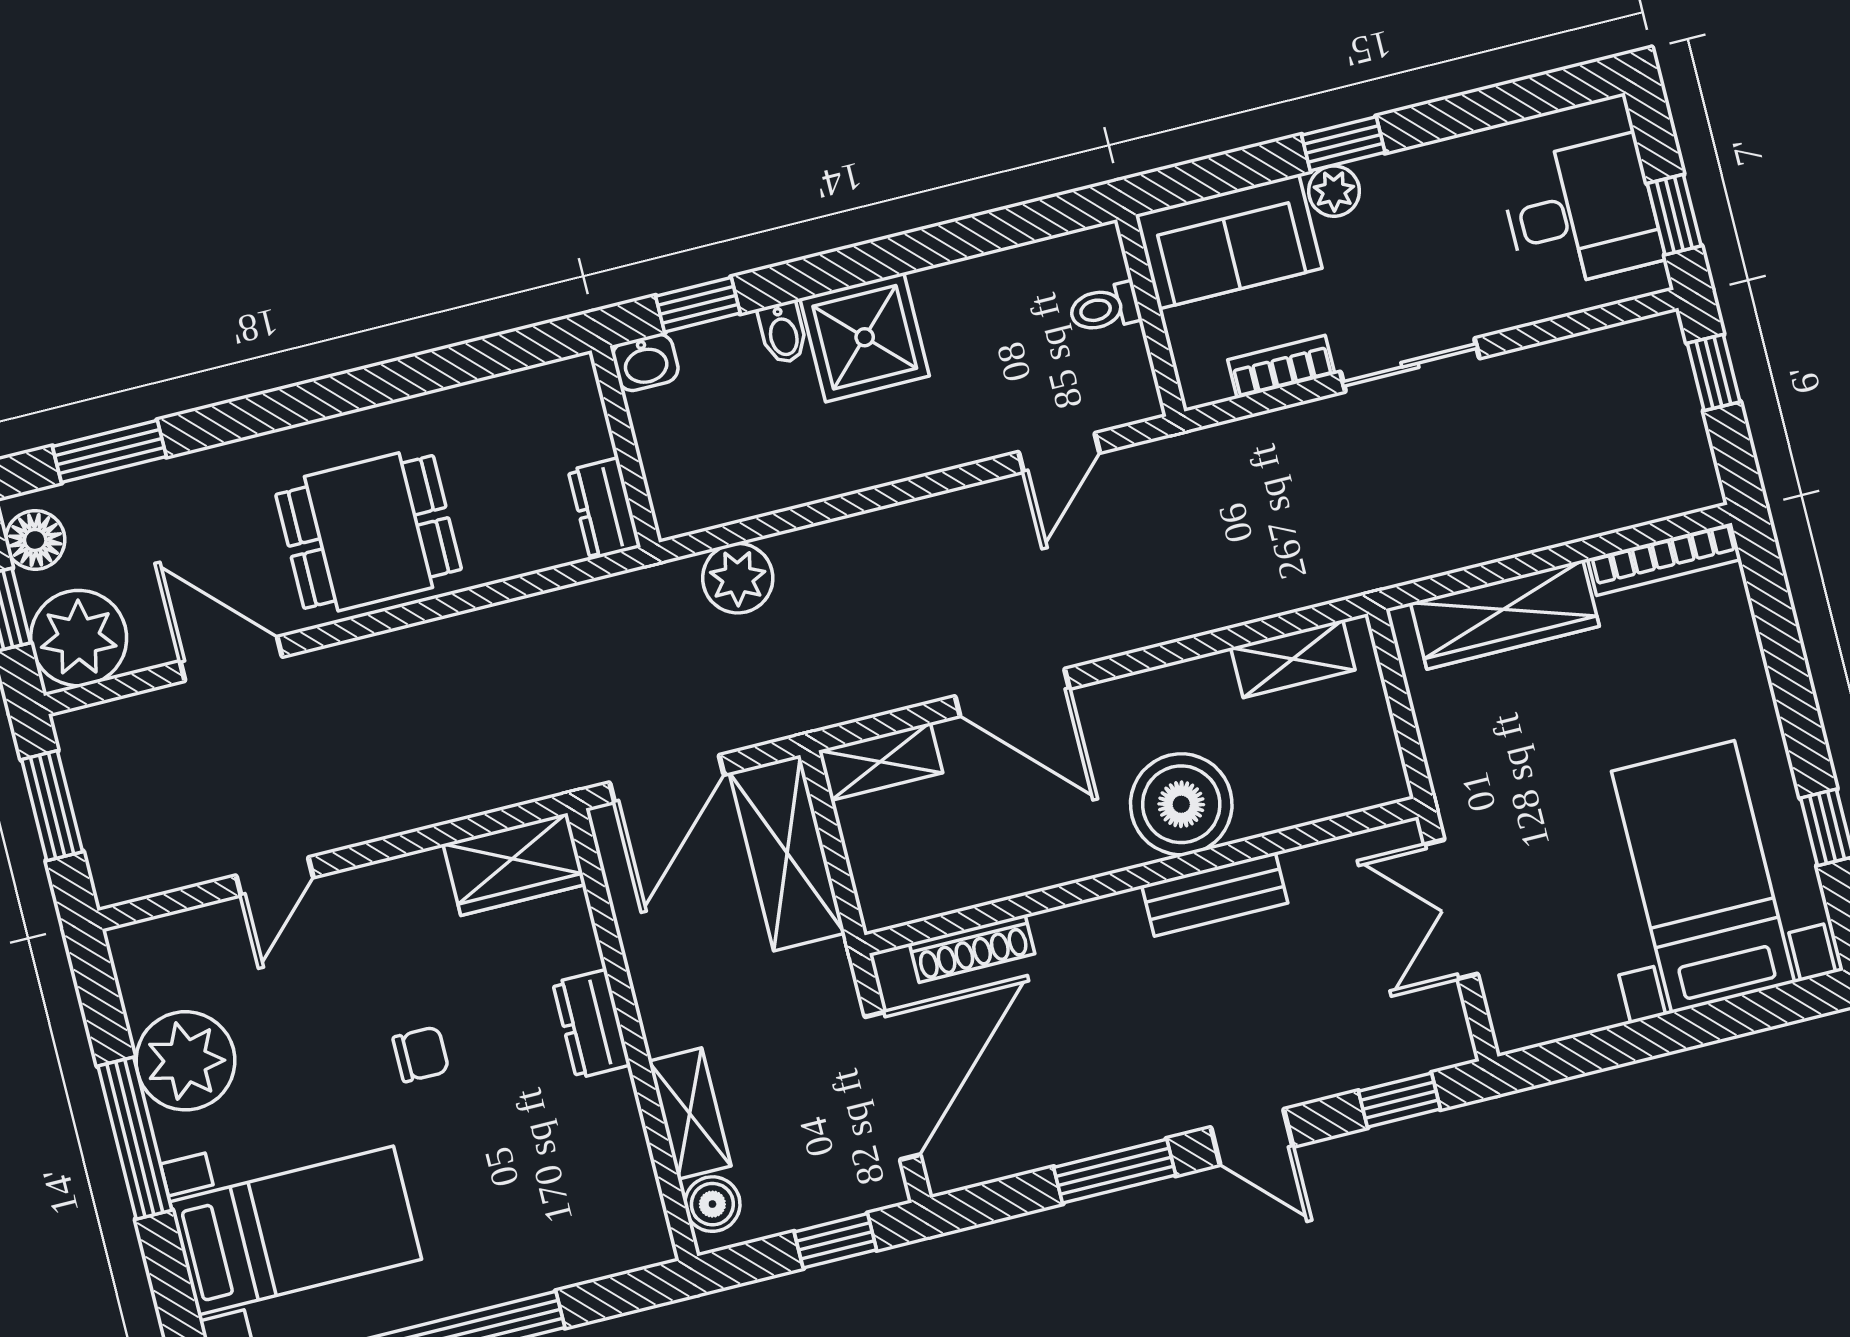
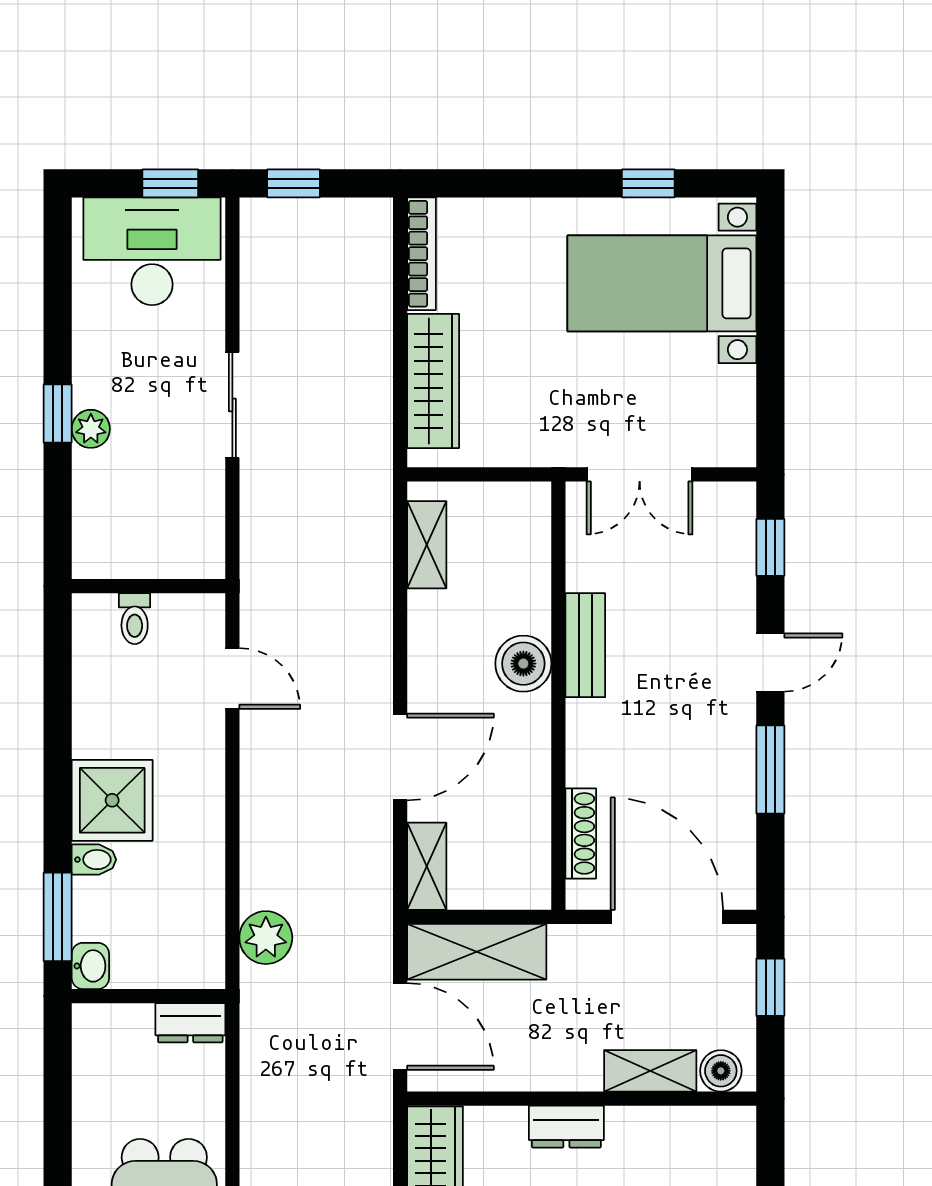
desk: (1581, 213) -> (152, 251), width x1.37
sofa: (1229, 242) -> (109, 515), removed
window: (698, 305) -> (58, 917), width x1.50
bookcase: (1281, 367) -> (210, 500), removed
boiler: (1181, 804) -> (523, 664), width x0.73, depth x0.73

